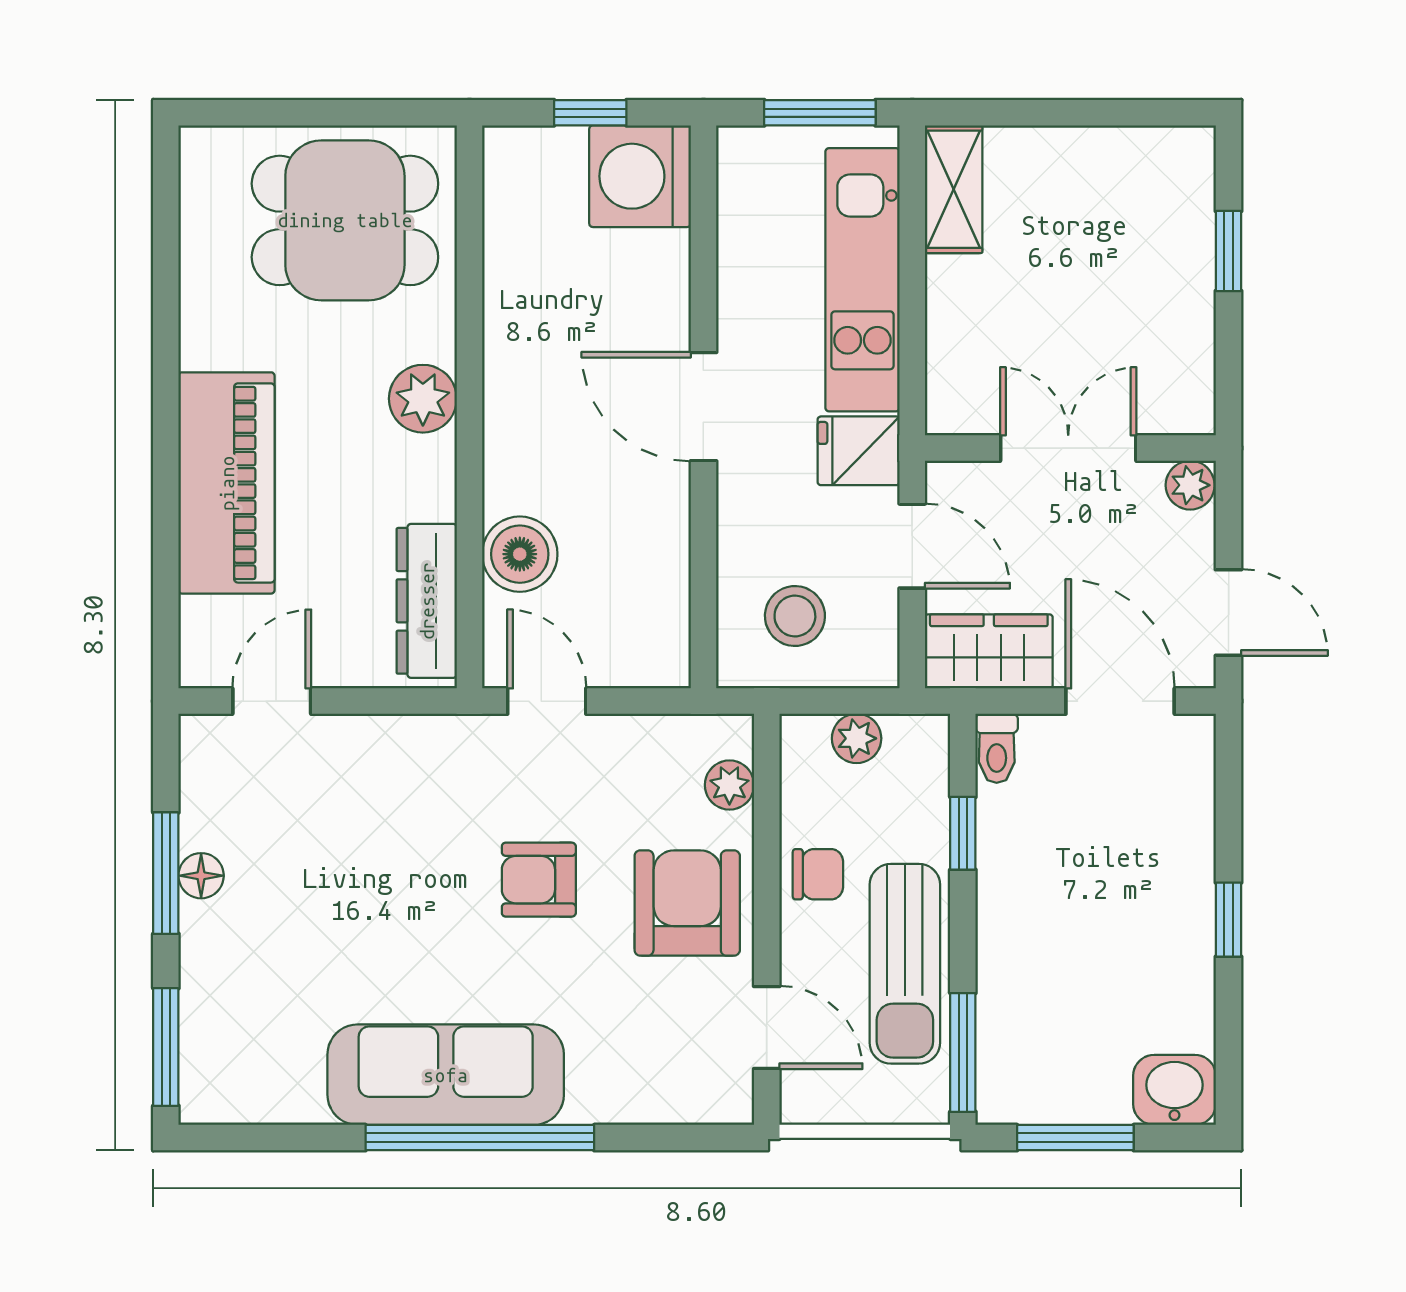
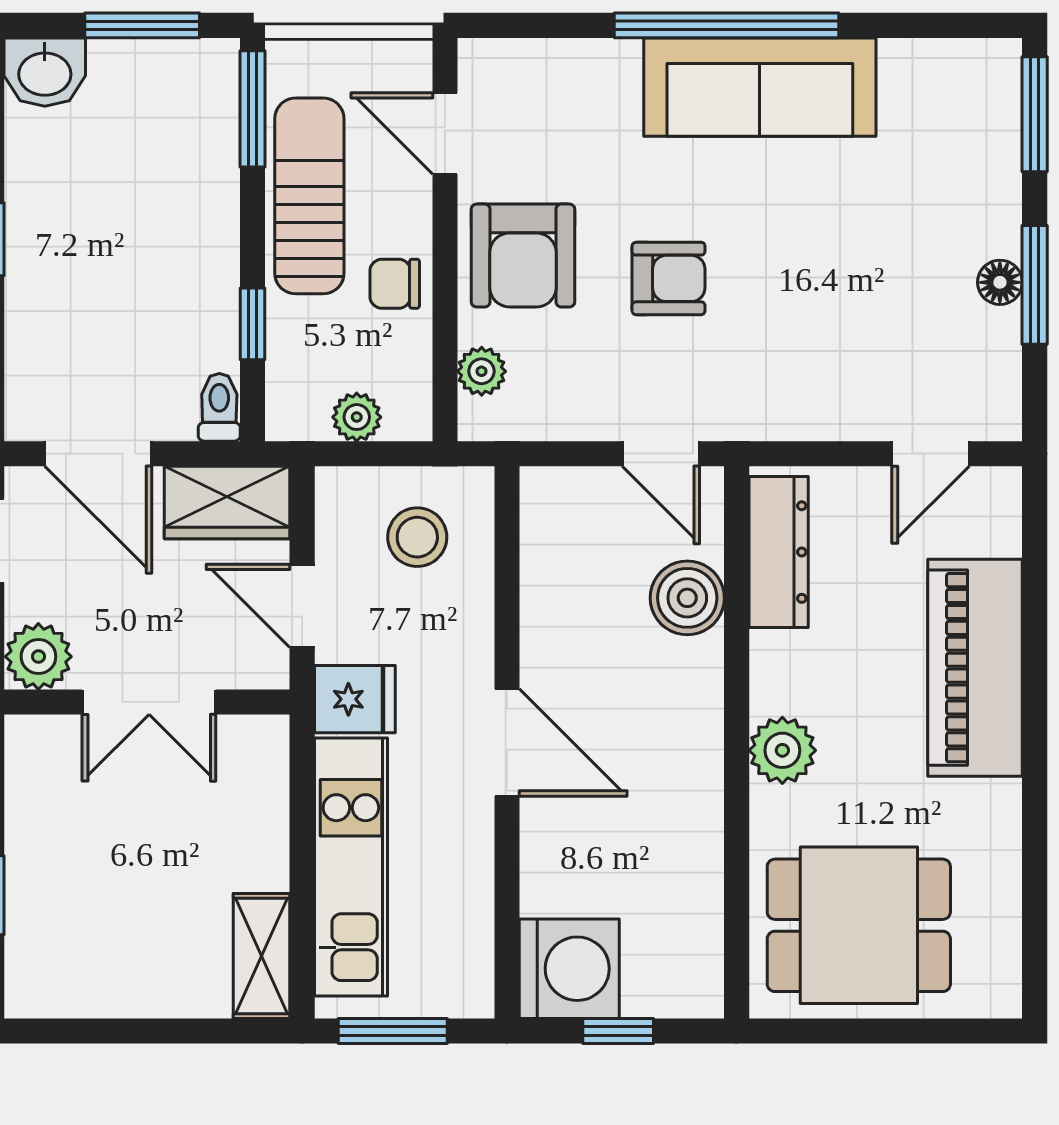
plant: (1190, 485) -> (38, 657), width x1.38, depth x1.38

